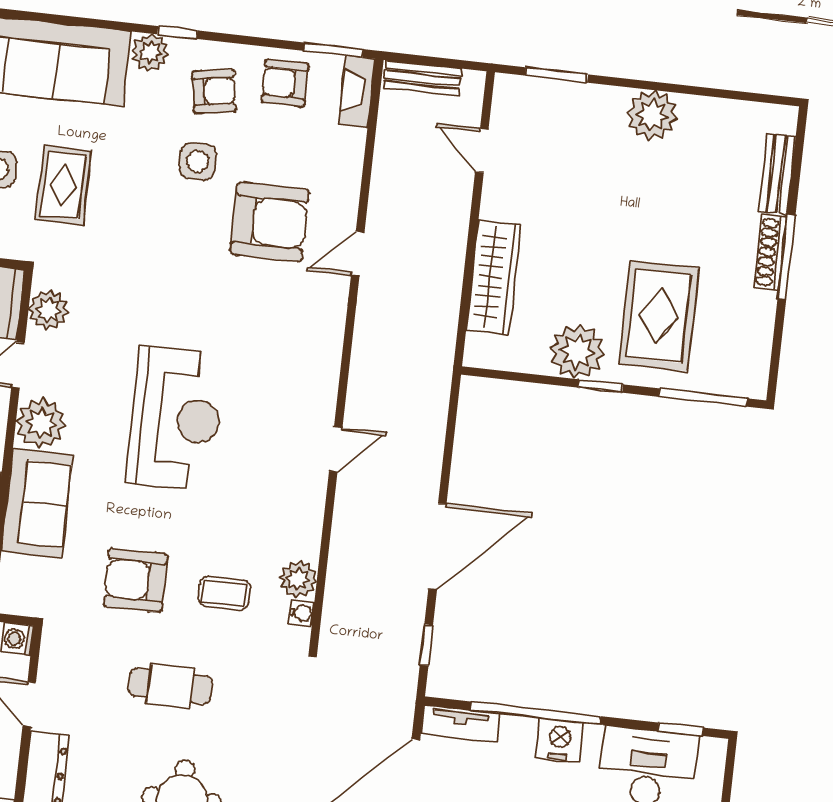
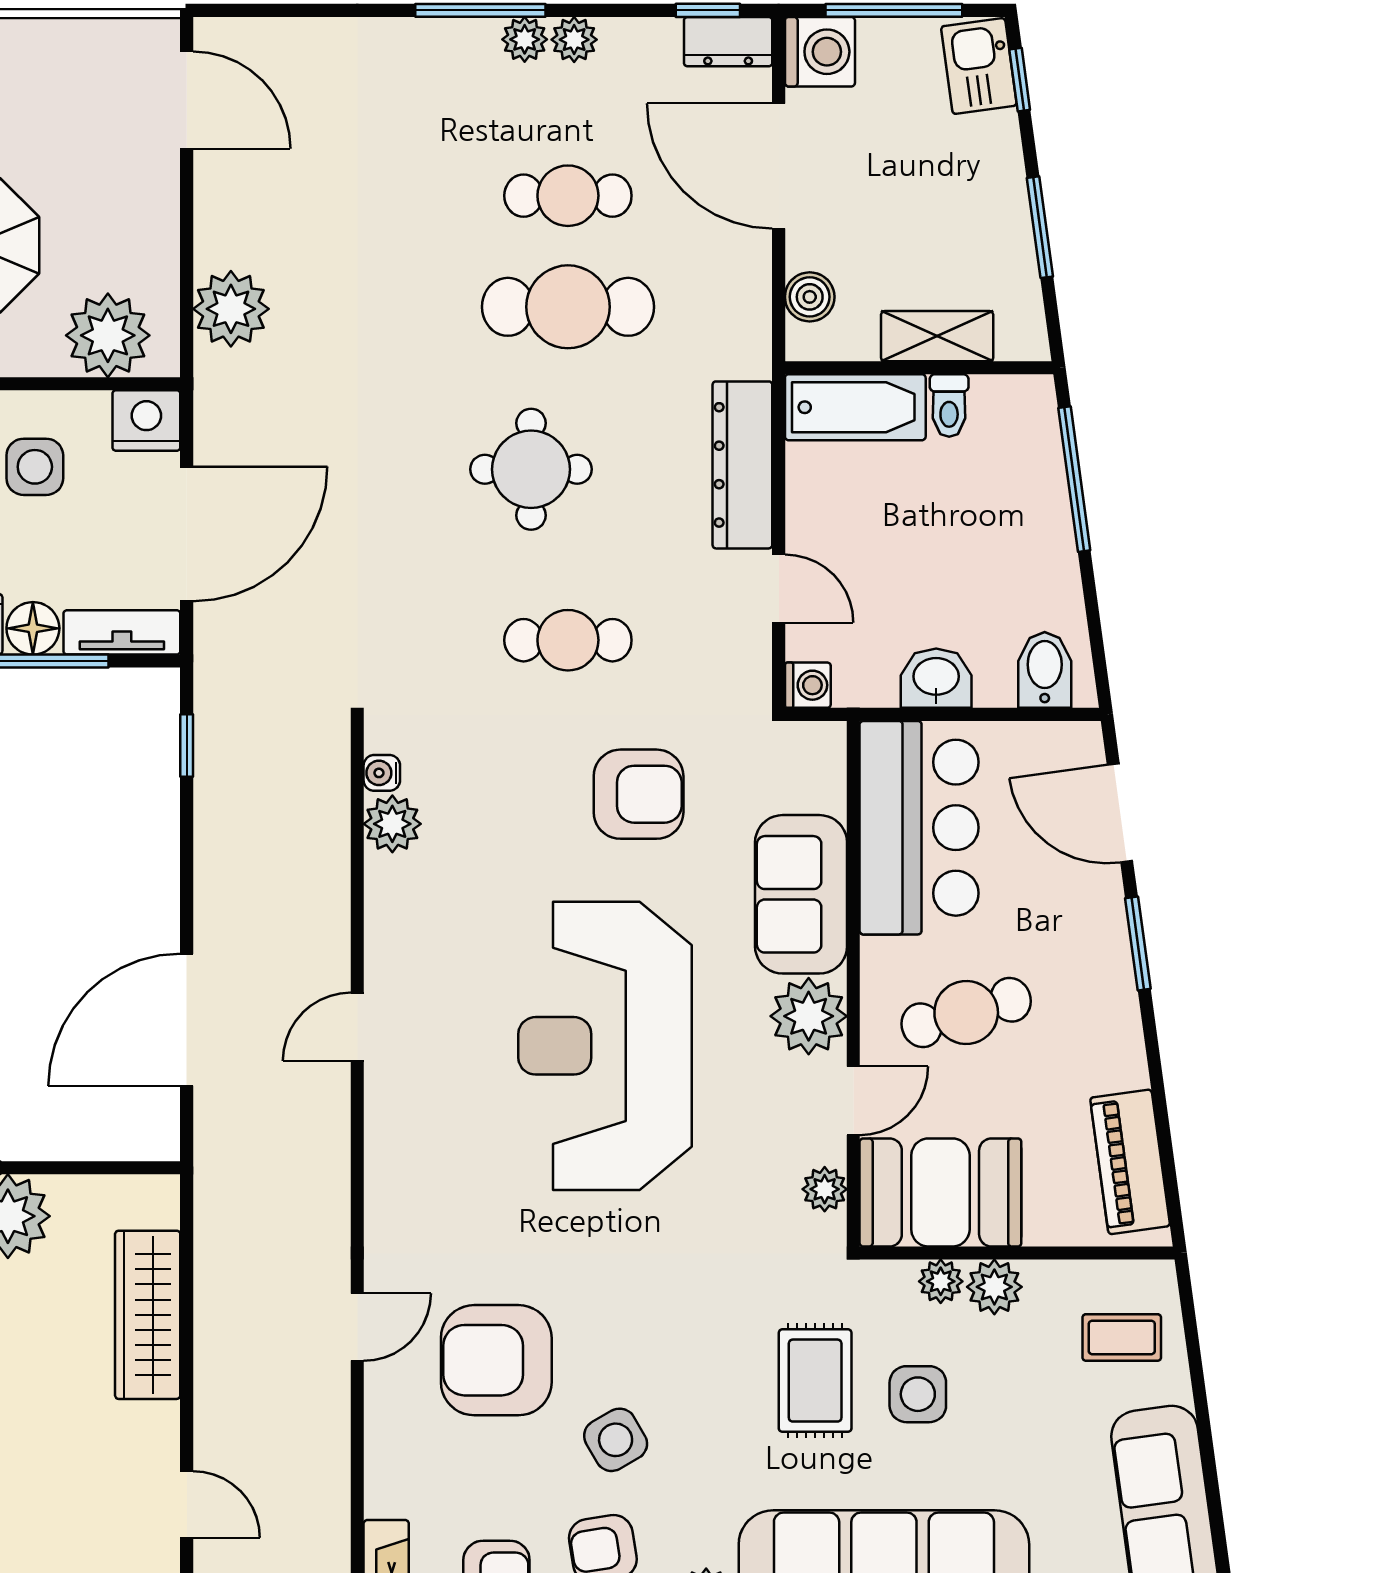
side table: (198, 161) -> (616, 1440), turned -30
plant: (49, 310) -> (825, 1189), width x0.73, depth x0.73
reception desk: (176, 419) -> (605, 1046), width x1.36, depth x1.30
door: (437, 547) -> (187, 1020), moved
coffee table: (224, 593) -> (502, 790), removed
floor lamp: (518, 733) -> (33, 628), added

